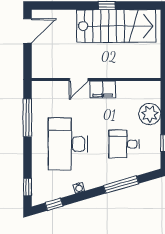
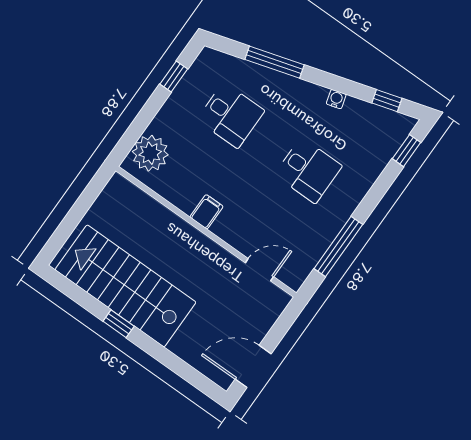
door: (79, 80) -> (259, 270), moved
filing cabinet: (103, 89) -> (206, 212), width x0.50
plant: (150, 114) -> (150, 153), moved
desk: (68, 144) -> (308, 170), width x0.53, depth x0.77

